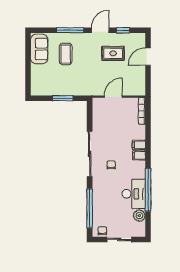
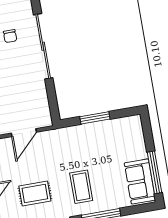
window: (28, 54) -> (155, 172), added
coffee table: (66, 54) -> (81, 187), moved

